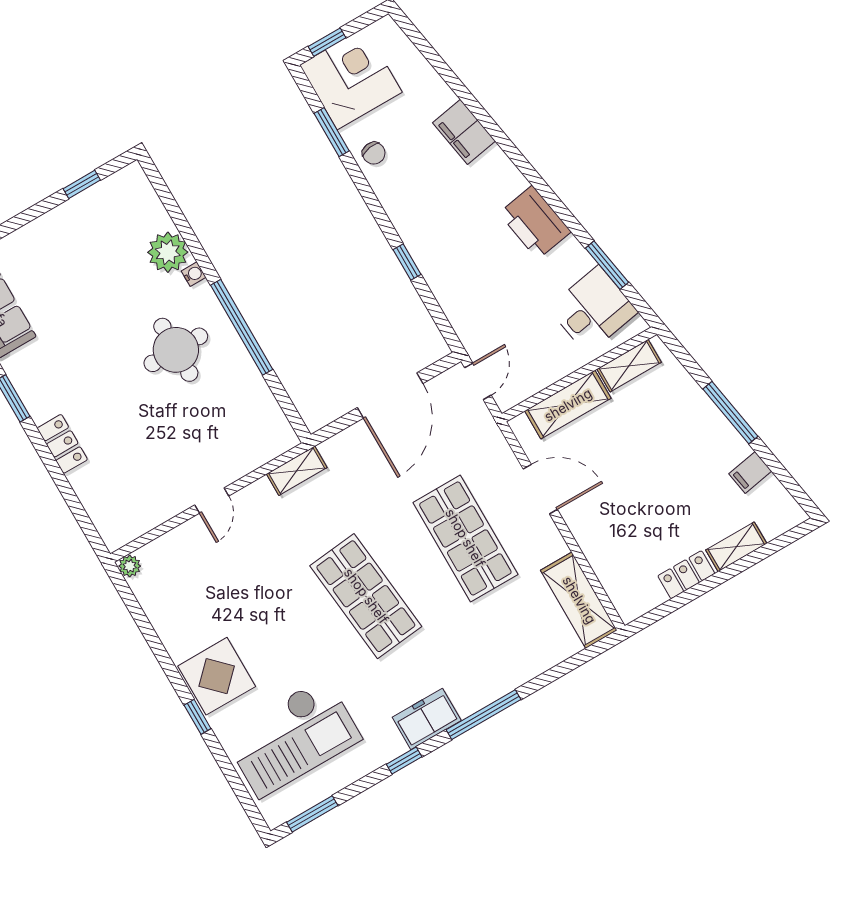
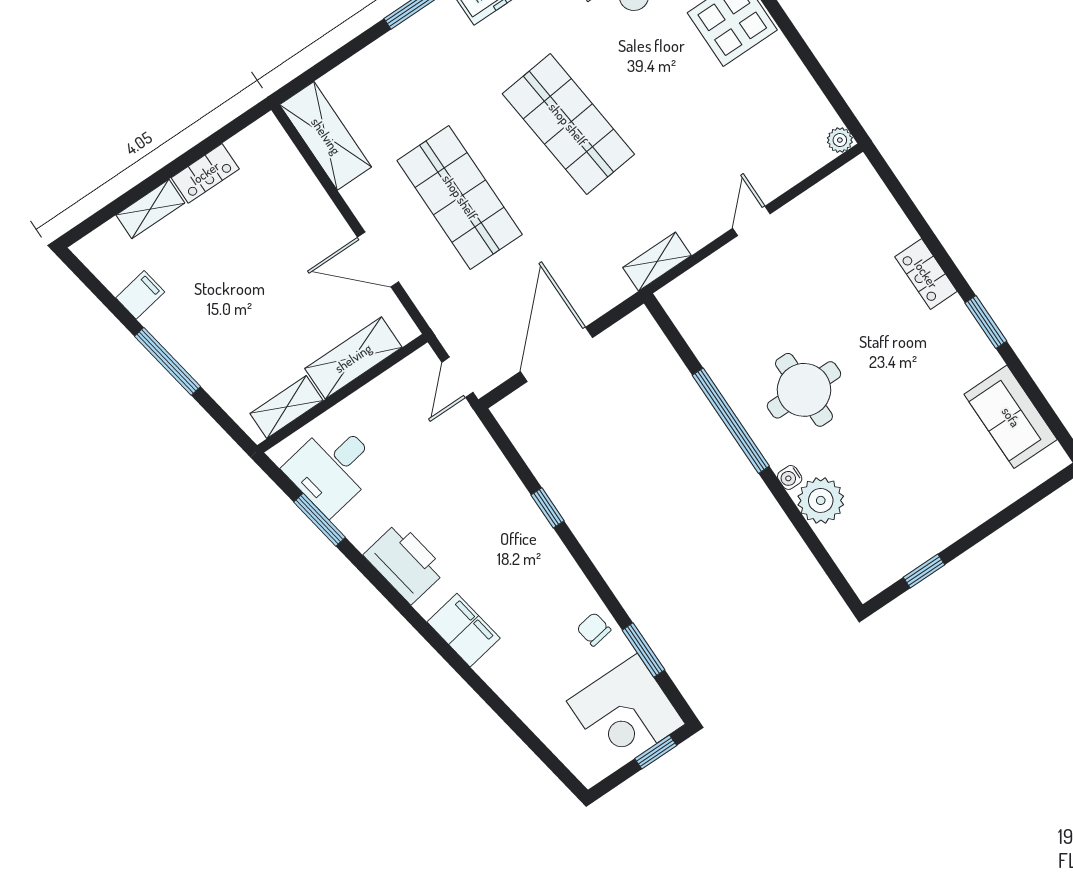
filing cabinet: (464, 132) -> (464, 630), moved

